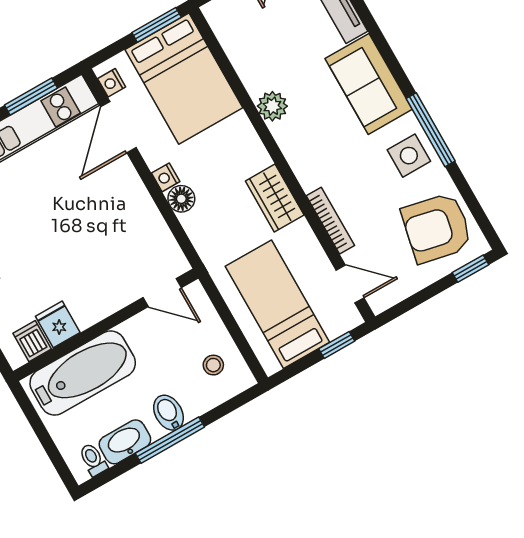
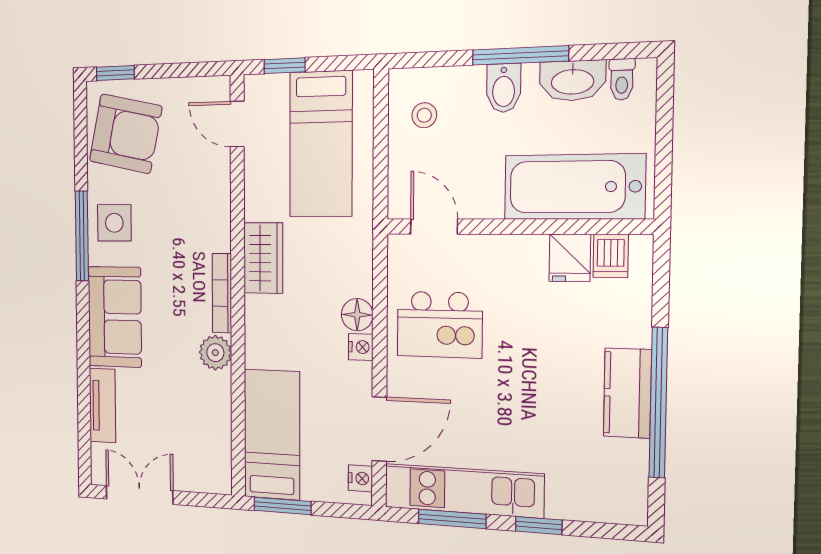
bed: (184, 79) -> (272, 435), width x0.67
bookcase: (330, 221) -> (222, 293), moved
kitchen island: (119, 227) -> (440, 325), added

